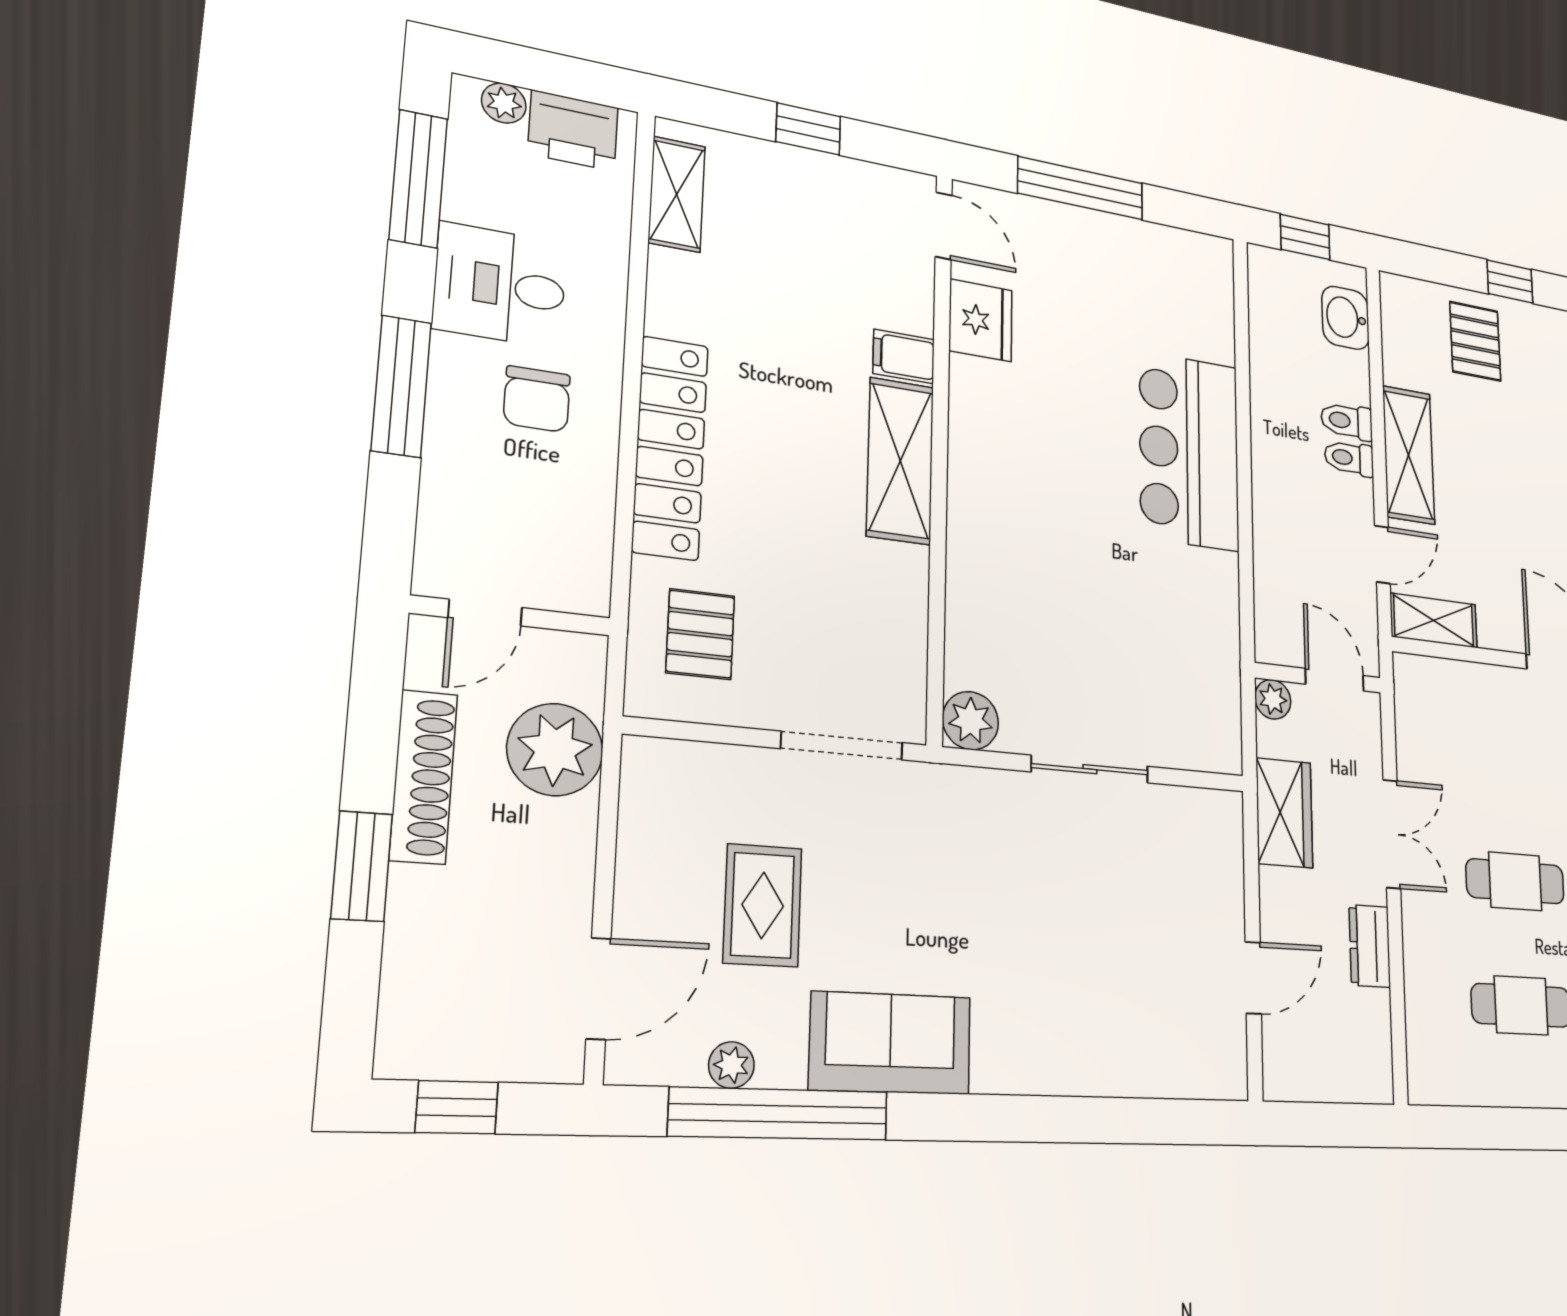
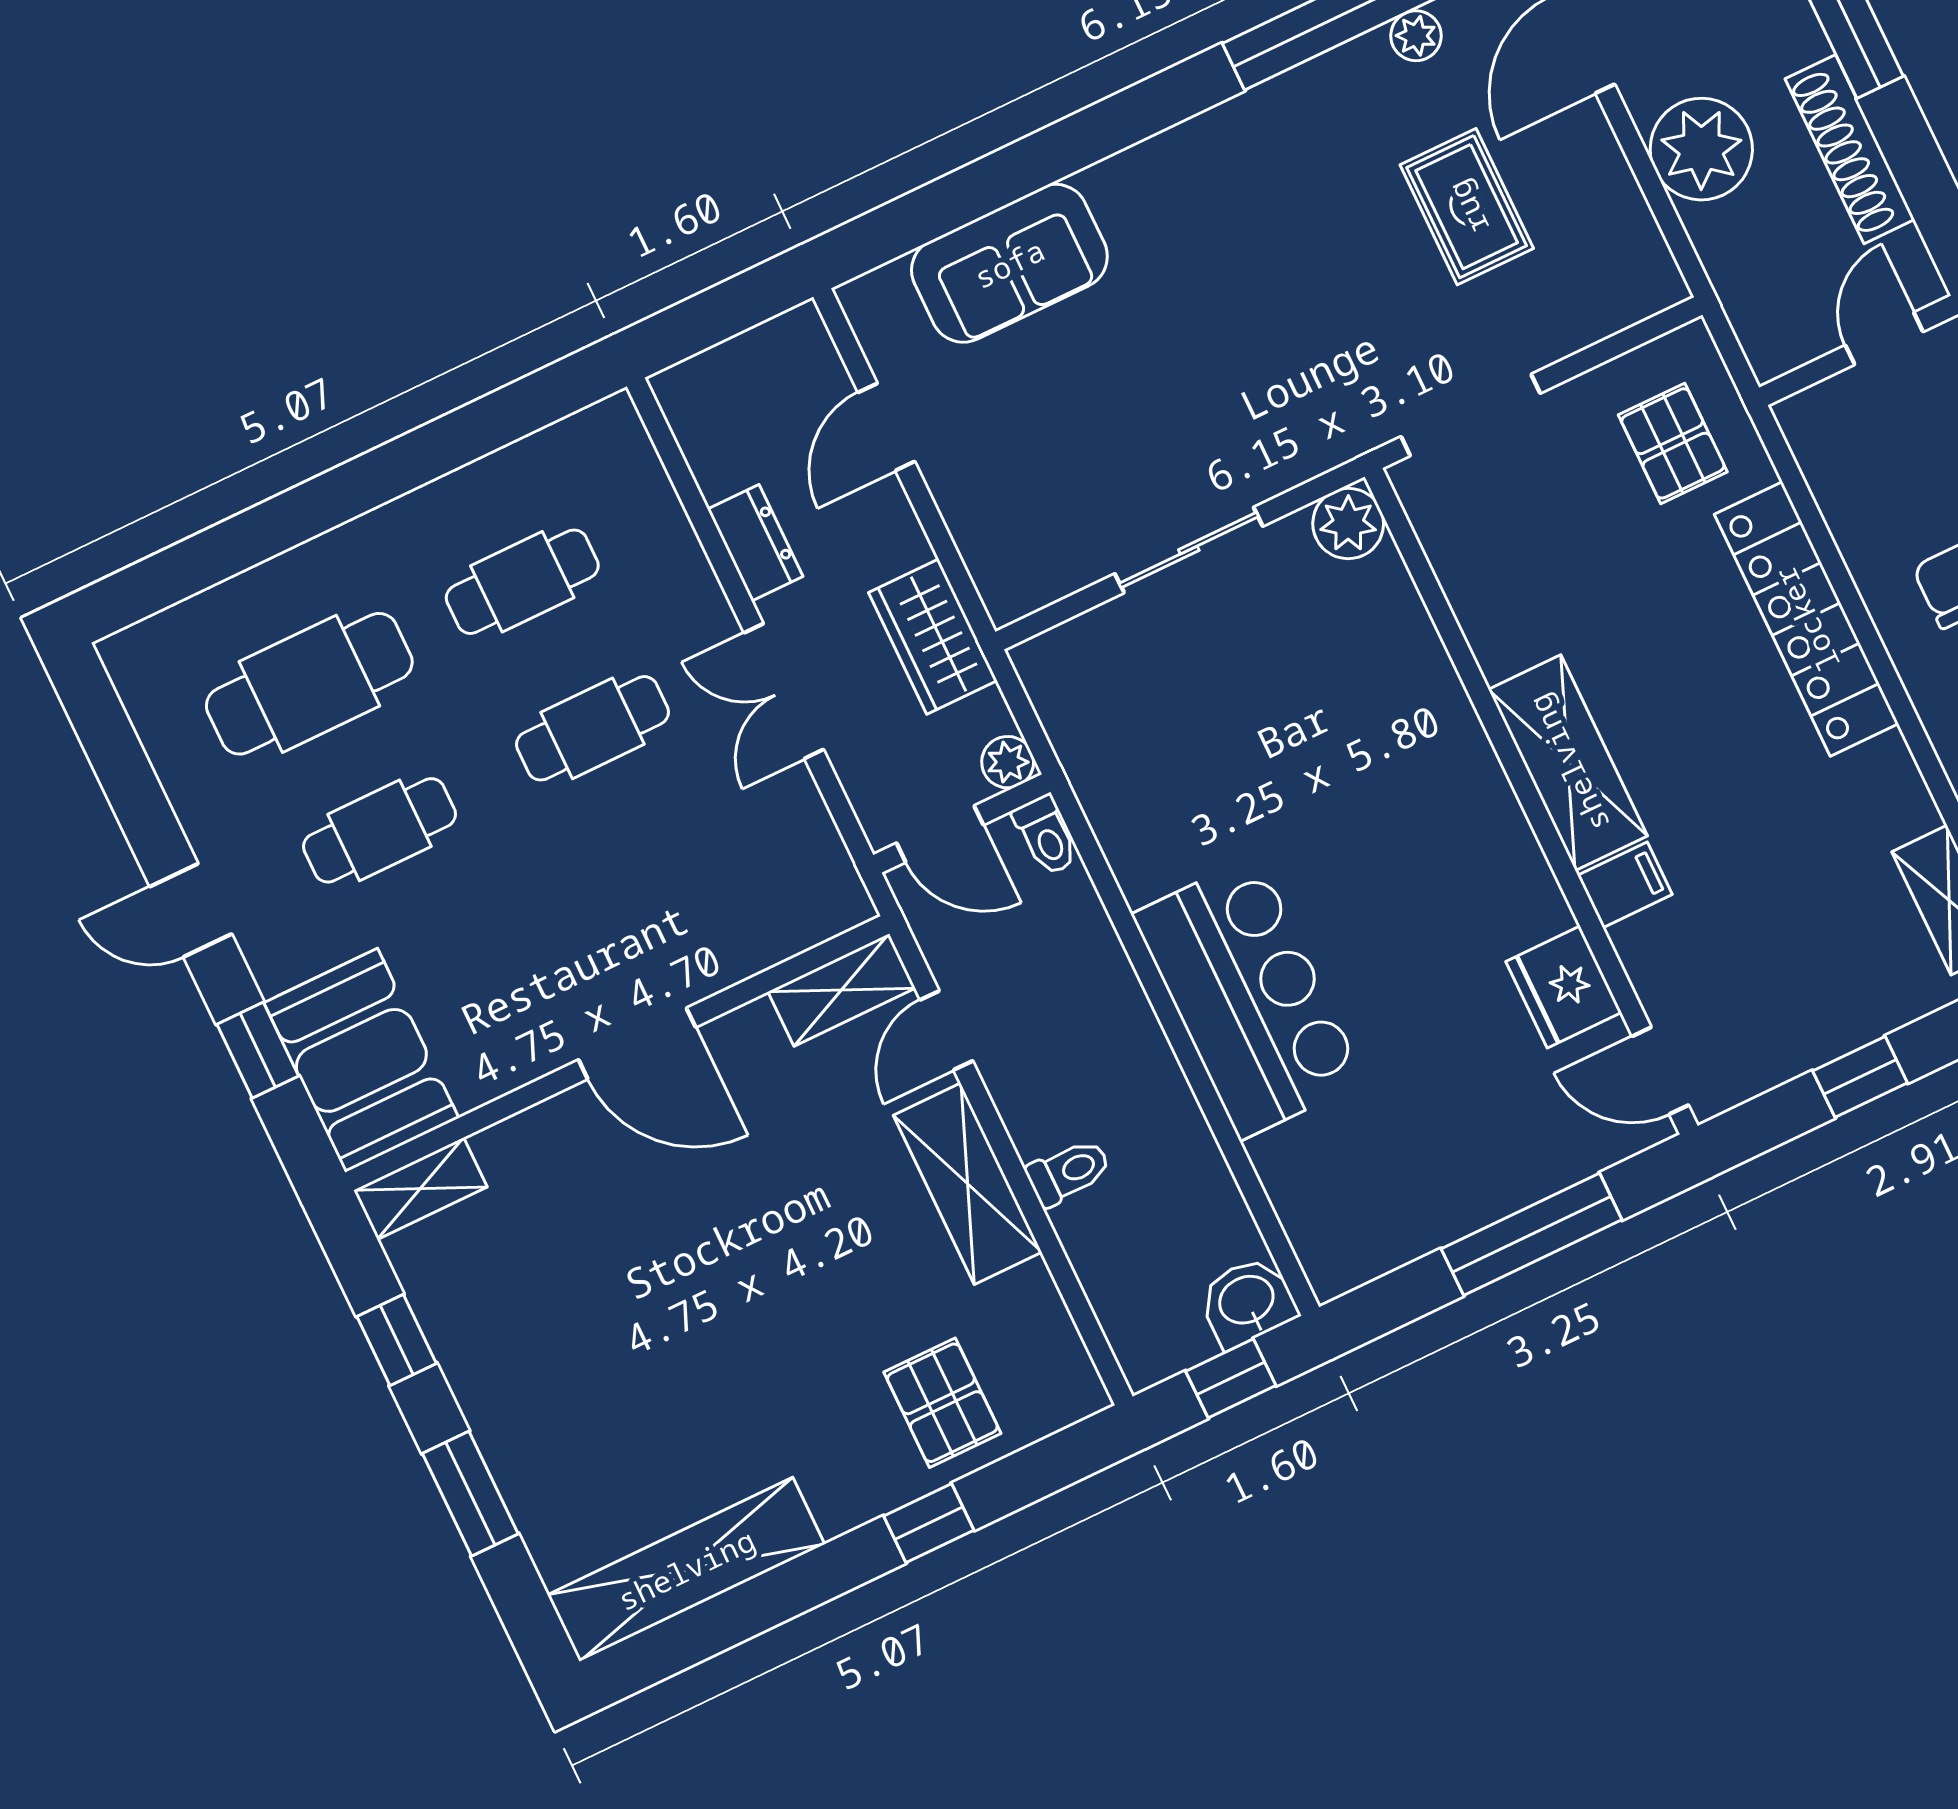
washbasin: (1346, 318) -> (1247, 1302), moved, turned -90
toilet: (1349, 458) -> (1046, 835), moved, turned 90
plant: (555, 750) -> (1701, 149), moved
sofa: (891, 1043) -> (1009, 263), moved

